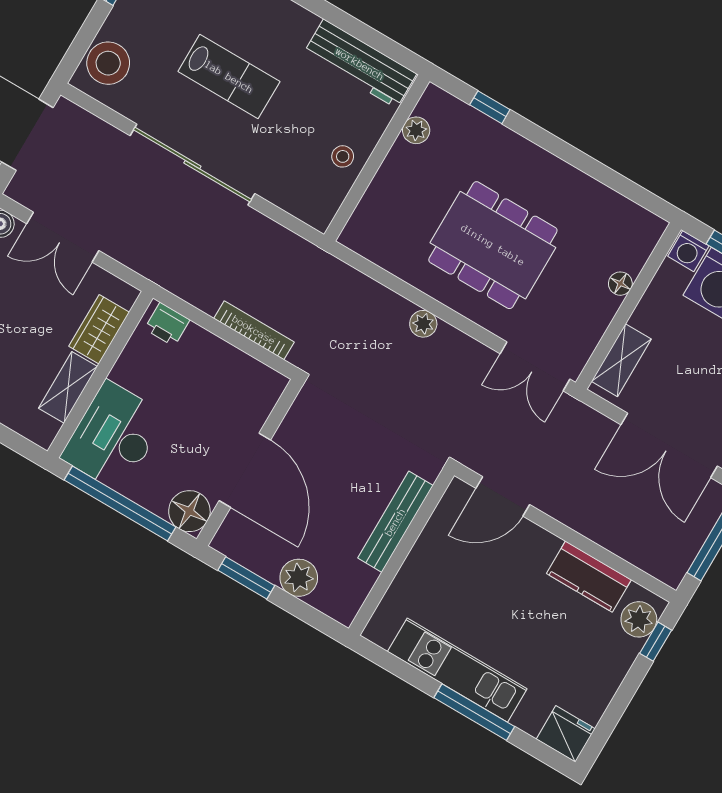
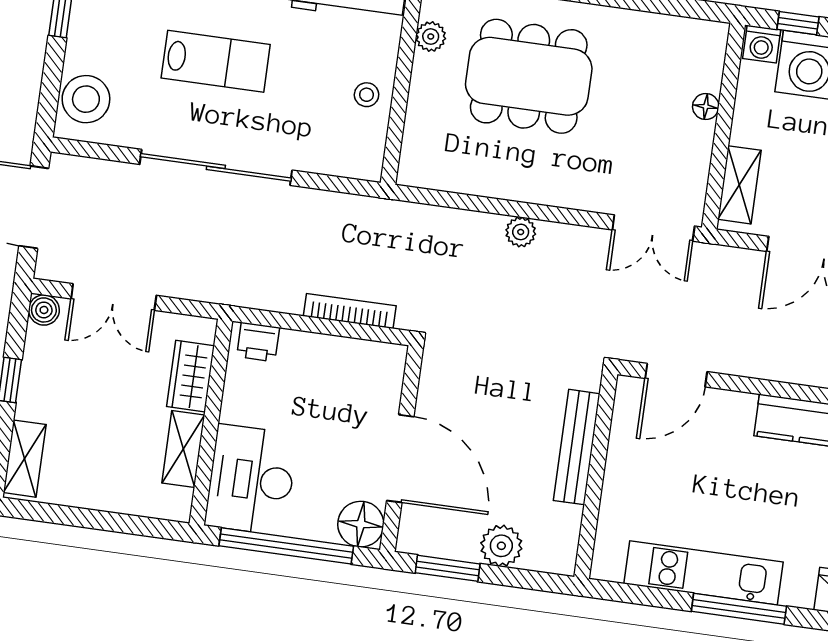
dining table: (493, 245) -> (529, 76), moved

